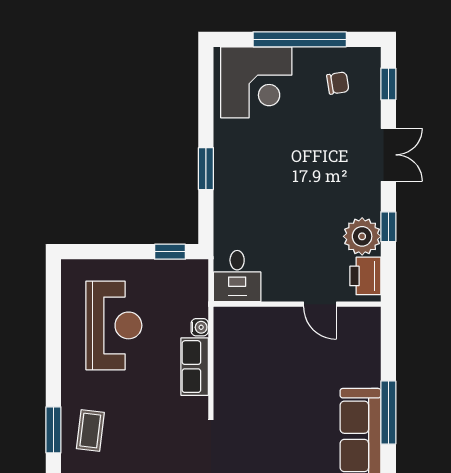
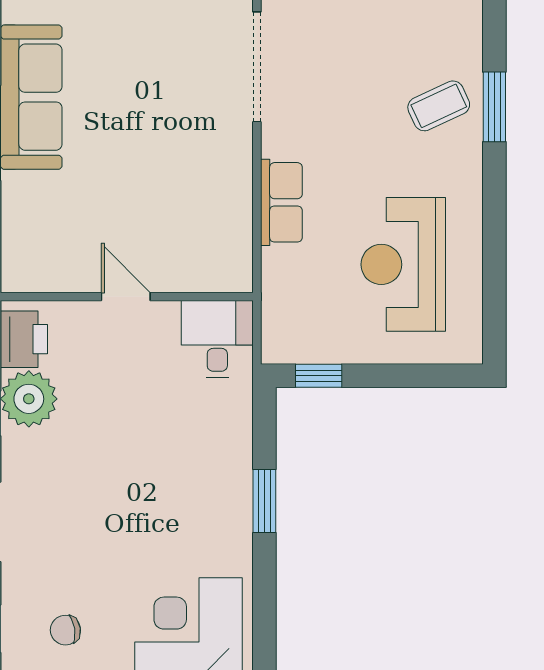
door: (320, 304) -> (126, 297), moved
water cooler: (200, 327) -> (274, 262), removed
coffee table: (90, 431) -> (439, 106), turned 58

